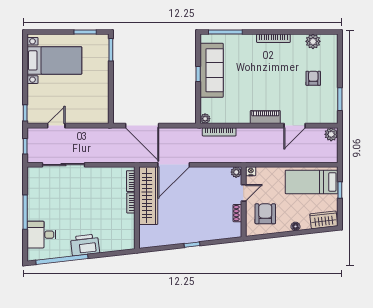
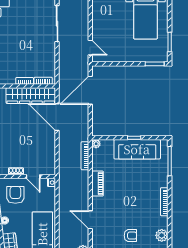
piano: (265, 117) -> (97, 184), moved
door: (56, 126) -> (90, 48), moved
plant: (236, 172) -> (51, 170), removed
armchair: (265, 214) -> (15, 195), turned -90

